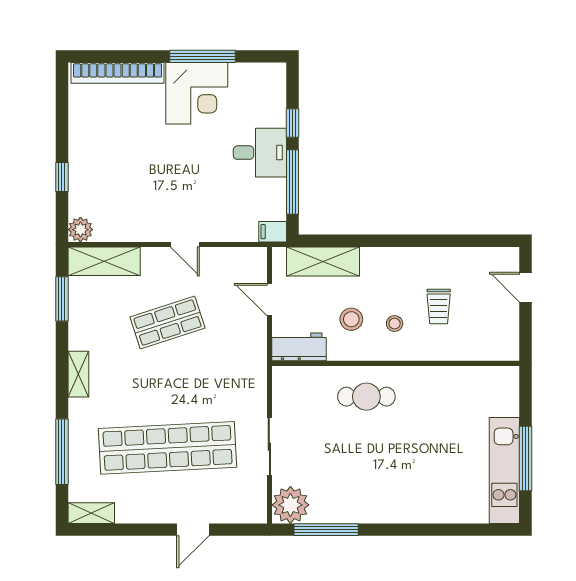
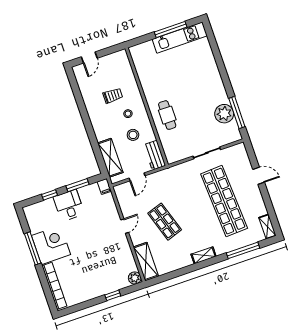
window: (292, 182) -> (78, 185), width x0.69
window: (62, 299) -> (171, 275), removed
plant: (290, 505) -> (224, 114), moved

